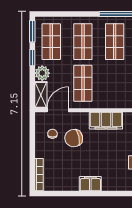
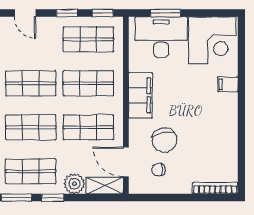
shop shelf: (115, 83) -> (88, 83), added
filing cabinet: (90, 184) -> (228, 84), moved, width x0.50

